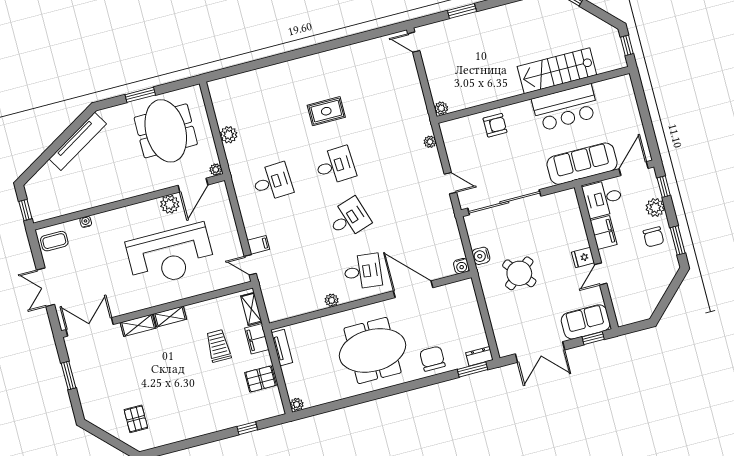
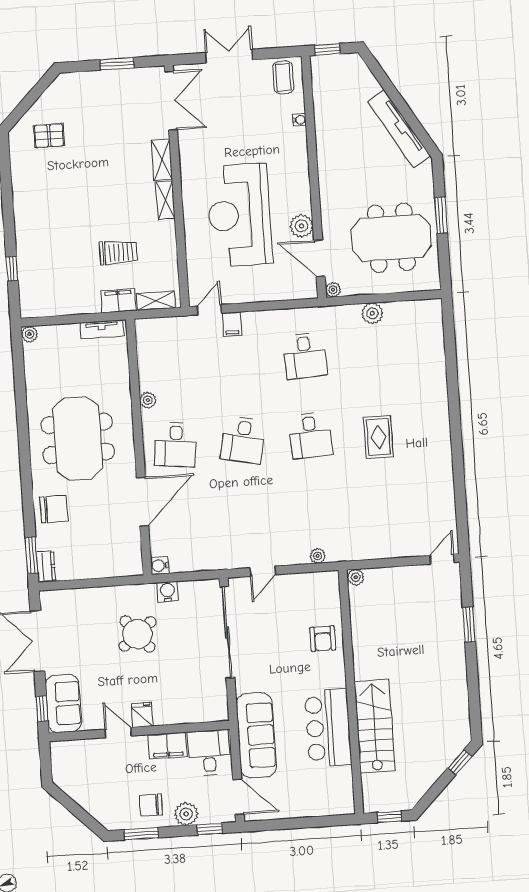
desk: (349, 219) -> (243, 440), turned 30
pallet: (260, 379) -> (69, 296), removed

